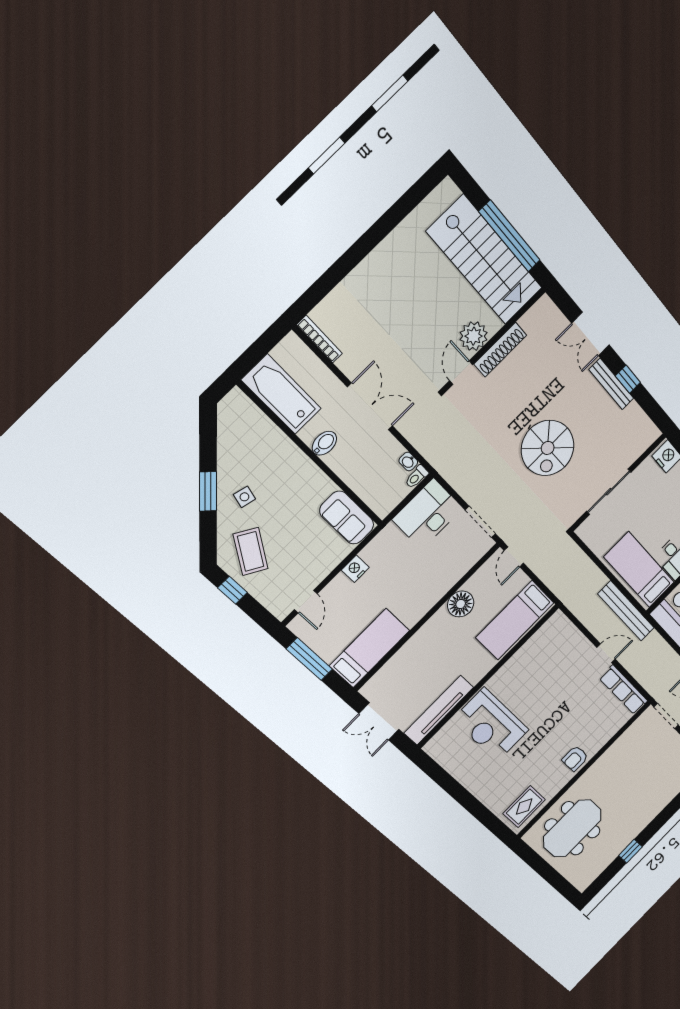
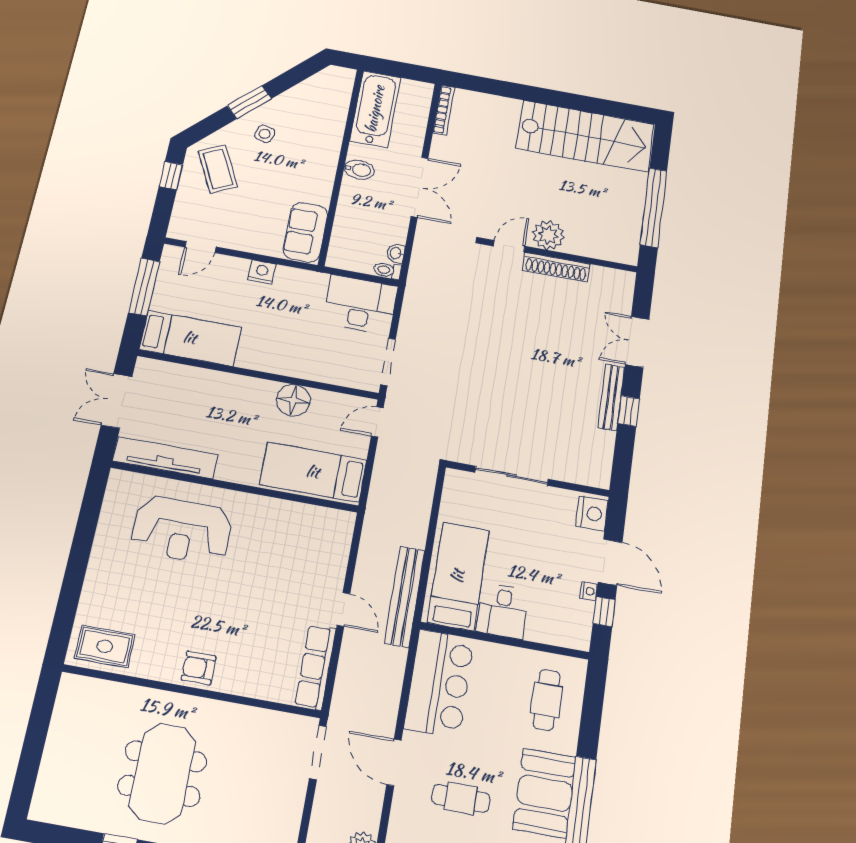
stairs: (485, 260) -> (585, 136), moved, turned -90
spiral stairs: (548, 448) -> (505, 378), removed
coffee table: (251, 551) -> (218, 169), turned -58
reception desk: (491, 725) -> (182, 530), turned -90
meeting table: (572, 828) -> (162, 774), moved, turned 90

